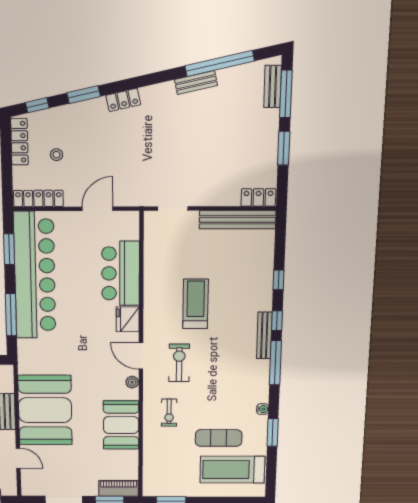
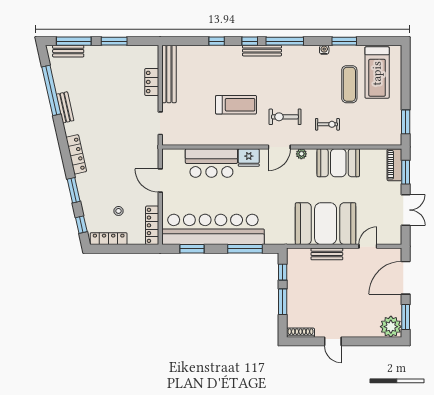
locker: (123, 100) -> (76, 154), width x1.53
locker: (258, 197) -> (152, 82), moved
treadmill: (196, 304) -> (236, 105), turned 180

